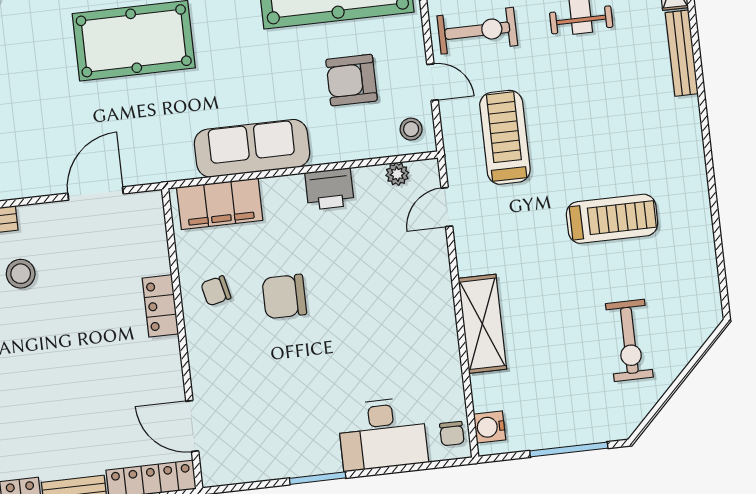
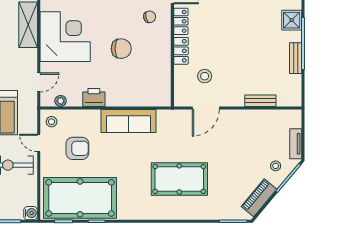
filing cabinet: (220, 204) -> (147, 96), removed
stool: (21, 274) -> (205, 76), moved
chair: (216, 291) -> (150, 17), moved
corner desk: (403, 308) -> (65, 37), added
locker: (168, 367) -> (181, 21), added

